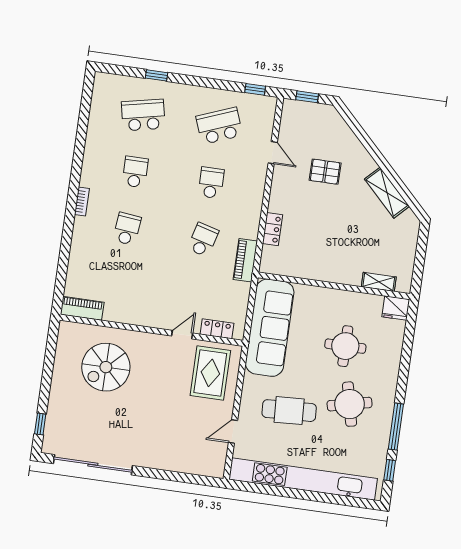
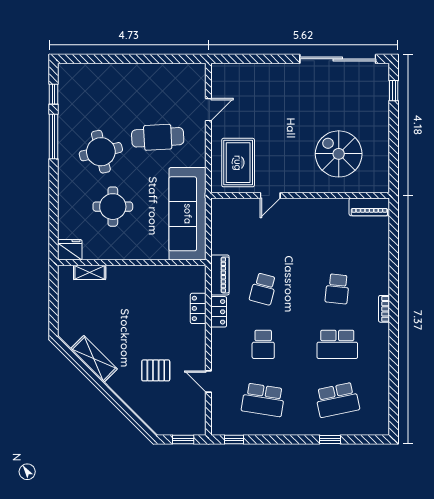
school desk: (219, 126) -> (263, 400), turned 30
school desk: (135, 172) -> (337, 344), width x1.85
locker: (217, 329) -> (219, 312), moved, turned -90
spiral stairs: (106, 367) -> (339, 154), turned -90
kitchen unit: (303, 479) -> (135, 74), removed

